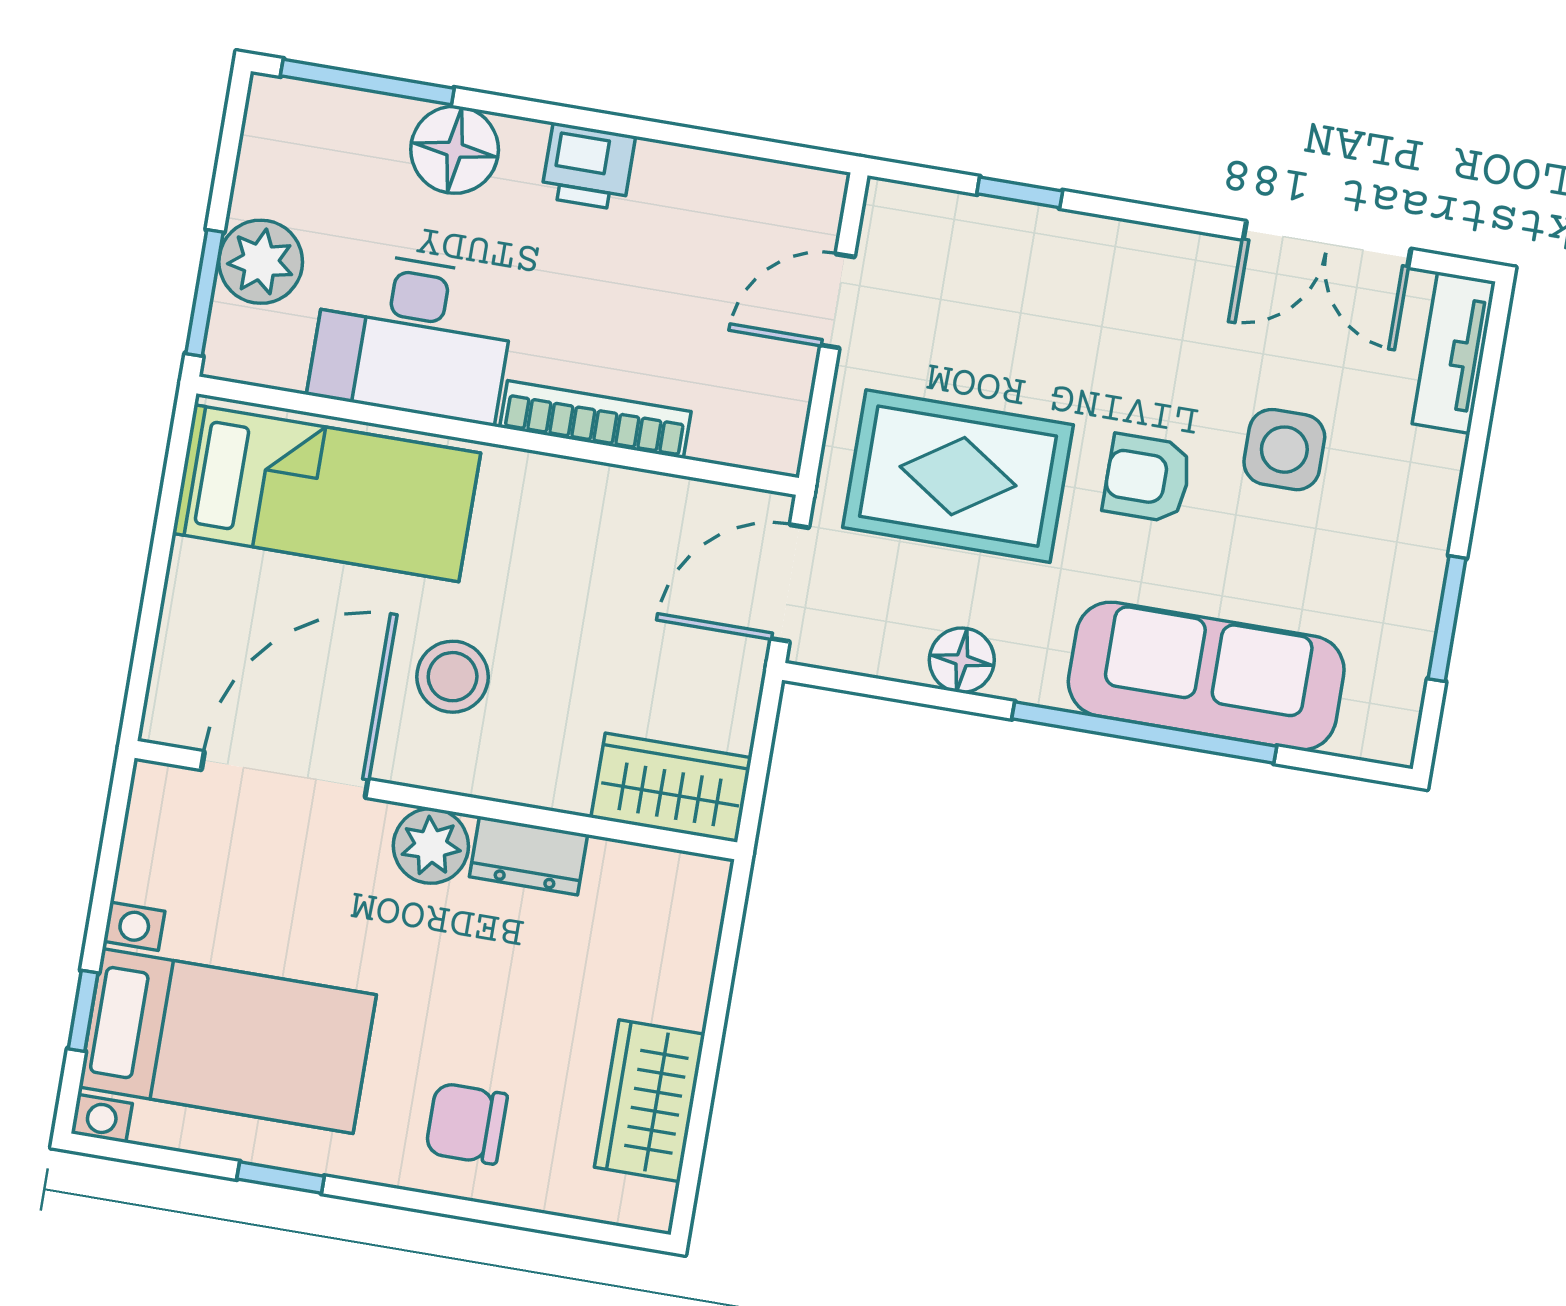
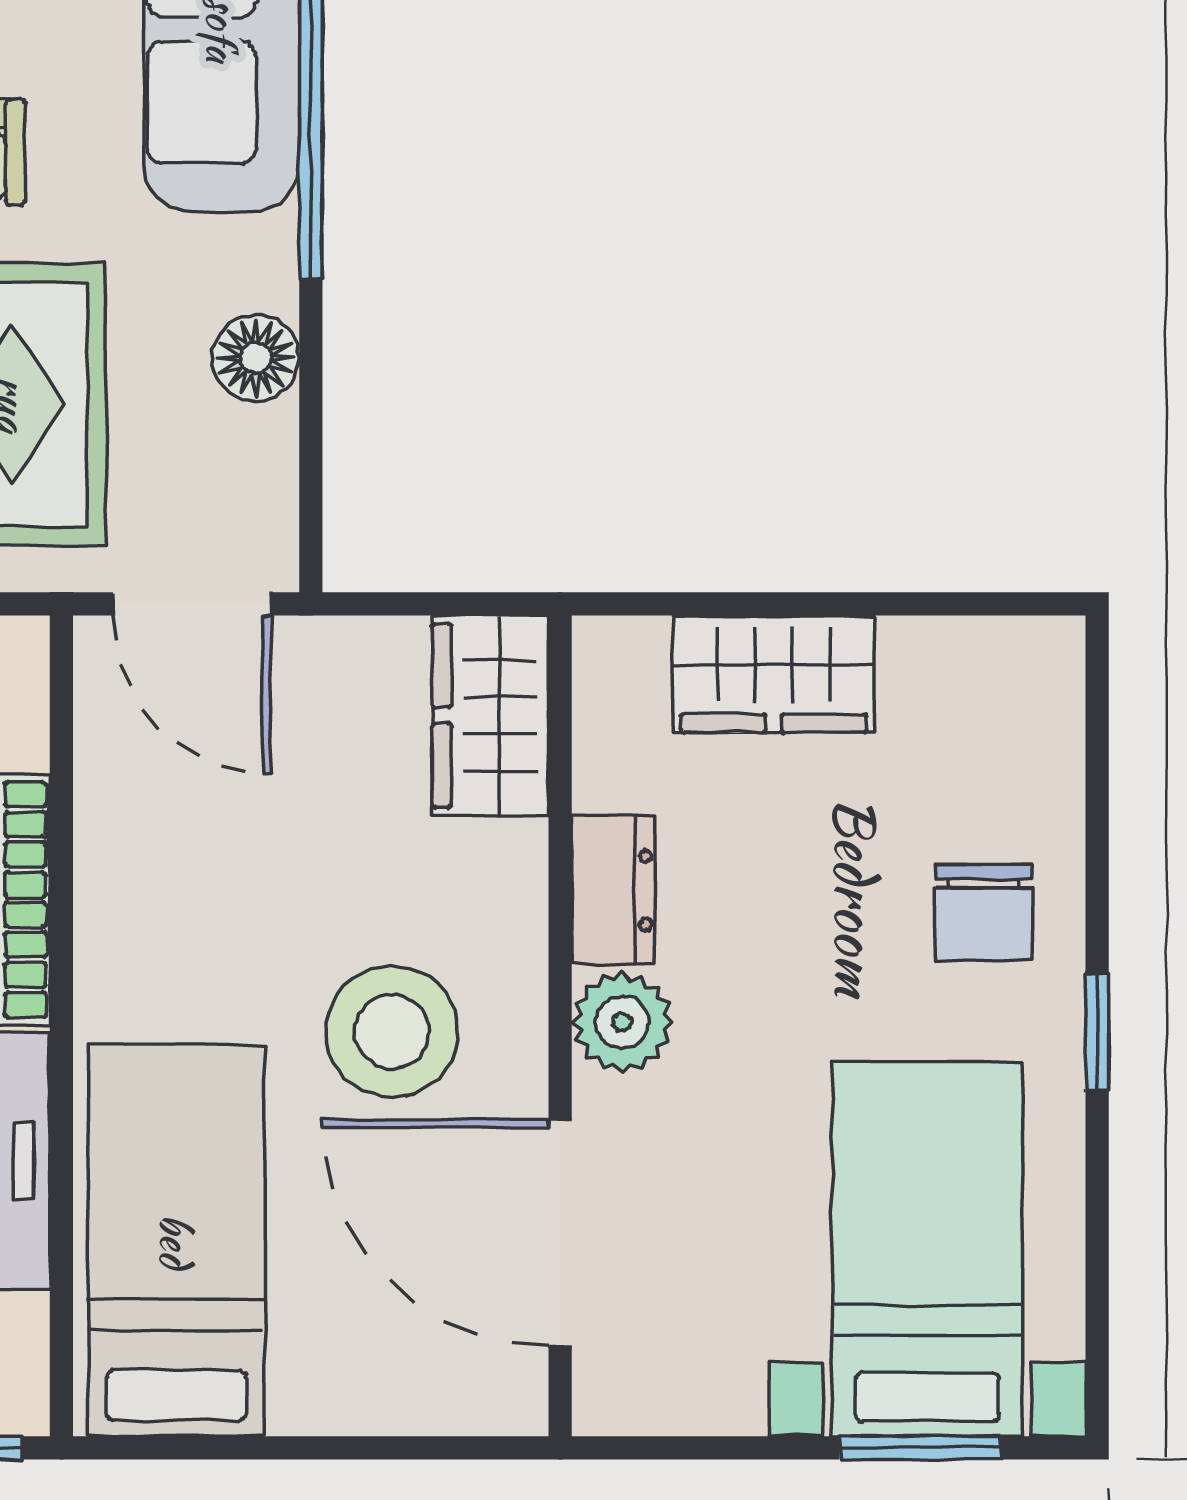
stool: (453, 677) -> (392, 1032), width x1.38, depth x1.38
window: (83, 1011) -> (920, 1448), width x1.50
wardrobe: (650, 1101) -> (774, 674), moved
window: (281, 1178) -> (1097, 1032), moved

